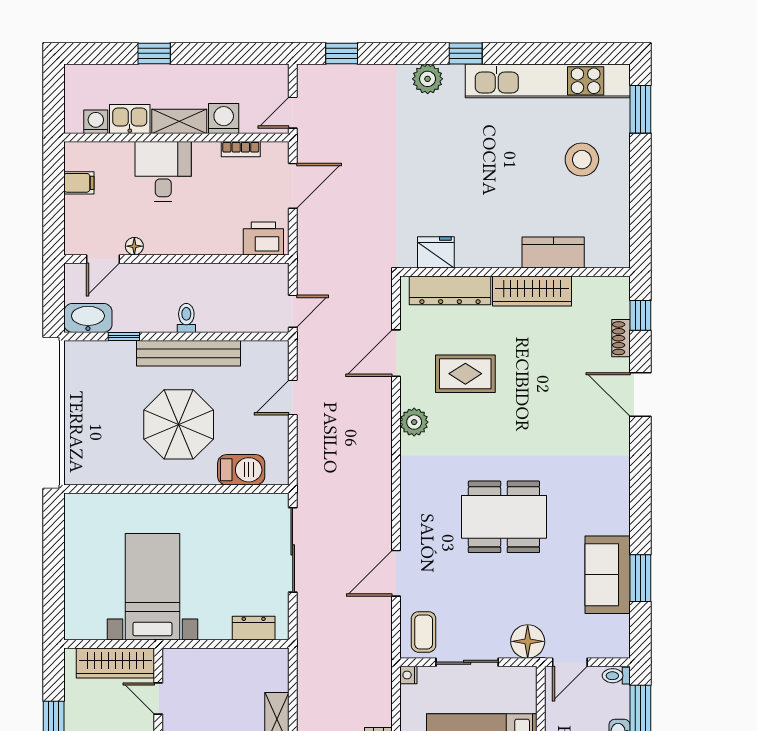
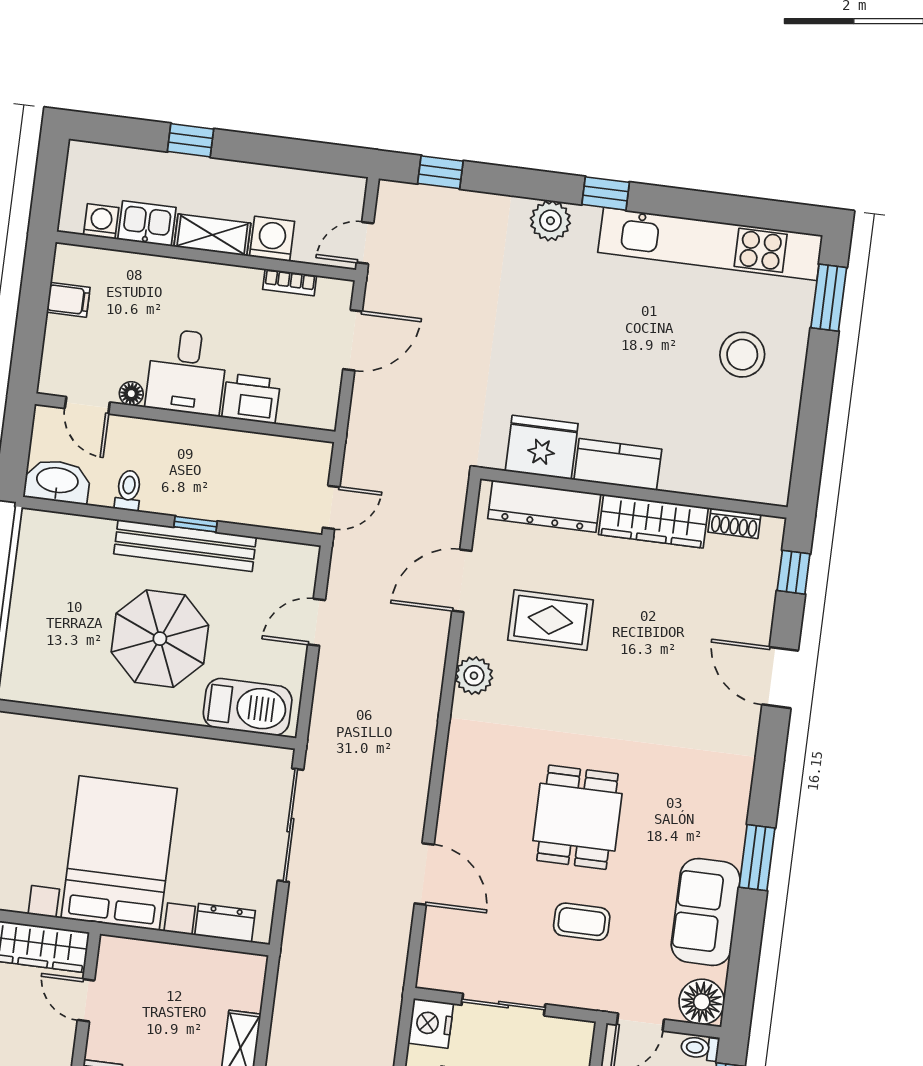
desk: (163, 172) -> (187, 372), moved, turned 180
printer: (263, 239) -> (251, 399), moved
fridge: (436, 252) -> (542, 447), width x1.36, depth x1.34
kitchen counter: (553, 252) -> (618, 464), moved
door: (103, 259) -> (87, 405), hinge flipped
toilet: (186, 318) -> (128, 490), moved
window: (124, 337) -> (196, 524), moved
shoe rack: (621, 338) -> (734, 523), moved, turned -90
barbecue: (241, 470) -> (248, 707), width x1.37, depth x1.21
dining table: (504, 517) -> (577, 817), width x0.73
door: (396, 573) -> (424, 874), swing flipped
window: (640, 578) -> (757, 858), moved
bed with nightstands: (152, 587) -> (119, 853), width x1.36
coffee table: (424, 632) -> (582, 922), moved, turned 90
floor lamp: (528, 641) -> (702, 1002), moved
nightstand: (408, 675) -> (431, 1023), width x1.89, depth x1.79

